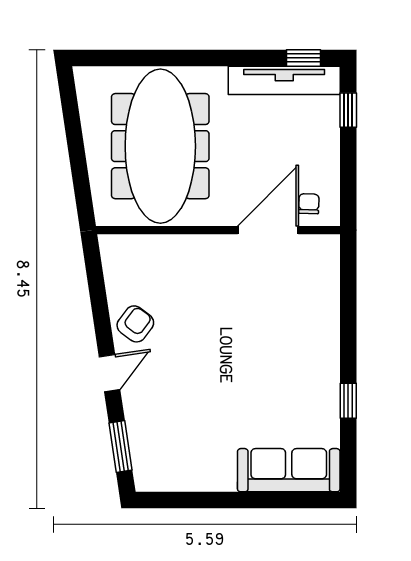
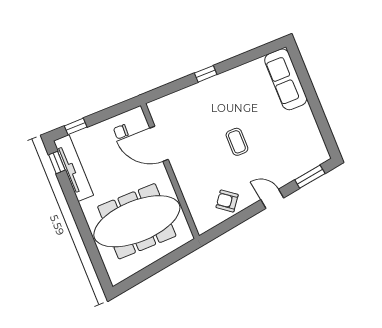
chair: (309, 204) -> (121, 132), moved
armchair: (135, 324) -> (227, 201), moved
coffee table: (222, 354) -> (237, 142), added
window: (348, 401) -> (206, 74), moved

